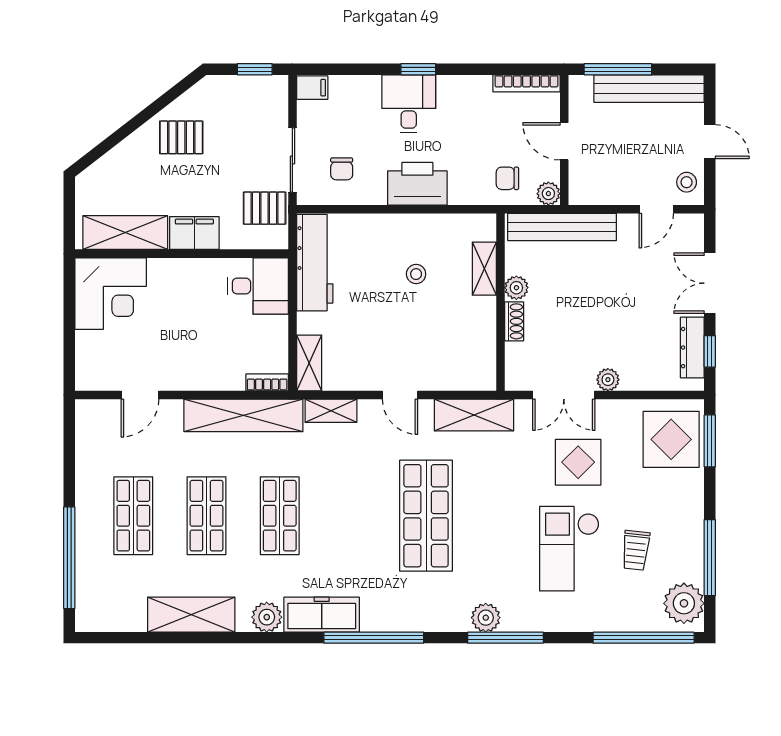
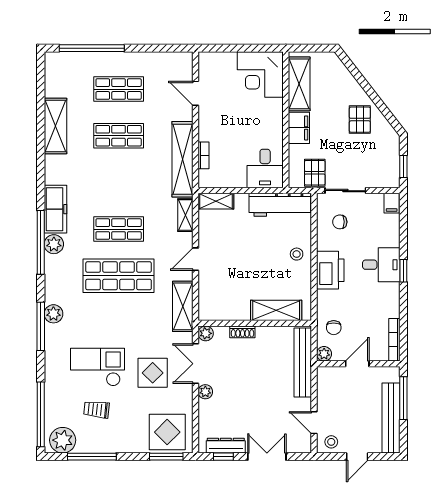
chair: (507, 178) -> (334, 328), turned 180
shelving: (484, 269) -> (276, 310), width x1.50, depth x1.33
stool: (416, 274) -> (297, 254), moved
plant: (516, 288) -> (206, 333), moved
bookcase: (267, 382) -> (204, 155), moved
shop shelf: (280, 516) -> (119, 229), moved
plant: (267, 617) -> (54, 244), moved

